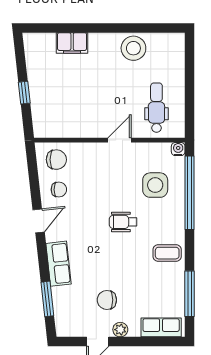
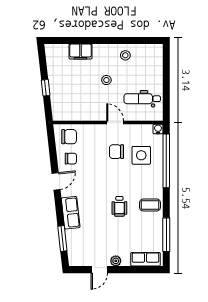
stool: (133, 48) -> (125, 55), width x0.53, depth x0.53
stool: (108, 82) -> (106, 80), added
dental chair: (156, 108) -> (142, 99), turned -90
door: (120, 140) -> (115, 122), hinge flipped
wheelchair: (123, 222) -> (119, 206), moved, turned -90
chair: (107, 300) -> (117, 152), moved

